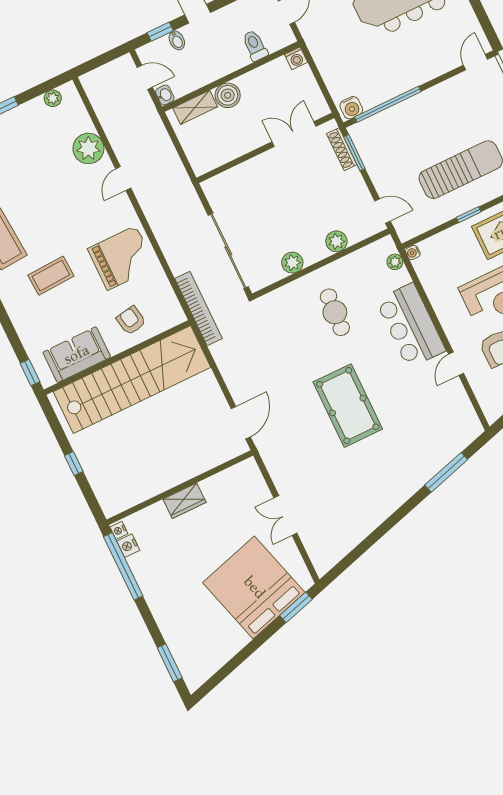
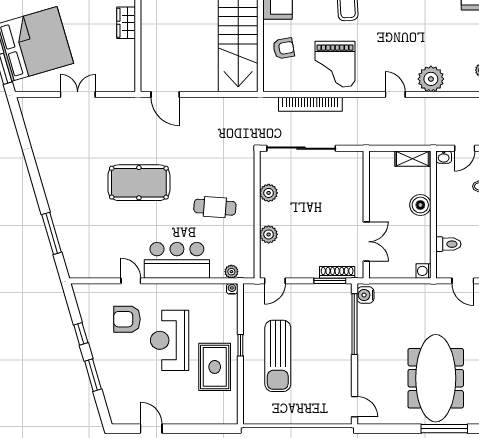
shelving: (195, 107) -> (412, 159), moved, turned 90
bookcase: (199, 309) -> (310, 104), moved

